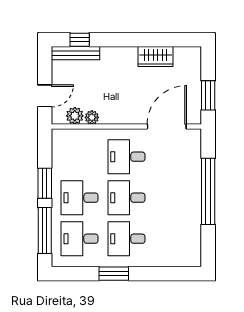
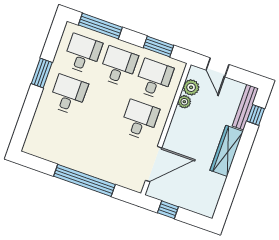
wardrobe: (156, 57) -> (227, 151), moved, width x1.50
window: (208, 95) -> (168, 210), width x0.67
door: (167, 127) -> (154, 164), hinge flipped
window: (45, 183) -> (158, 47), moved
desk: (126, 198) -> (154, 79), moved

